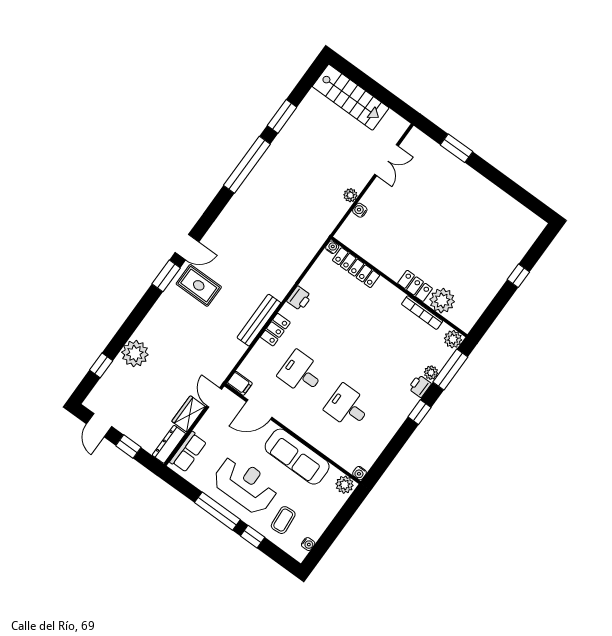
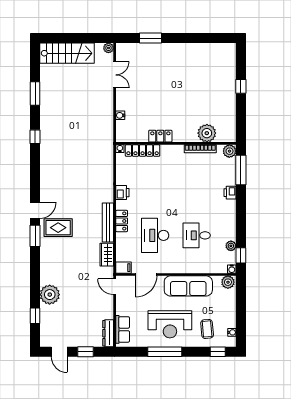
window: (247, 165) -> (35, 137), width x0.32
plant: (350, 195) -> (108, 48), moved
locker: (415, 286) -> (160, 136), moved
desk: (301, 373) -> (155, 235), width x1.37
plant: (431, 373) -> (231, 246), moved
window: (419, 412) -> (241, 255), moved
wardrobe: (189, 414) -> (107, 255), moved
reception desk: (245, 485) -> (170, 324), turned 180
window: (253, 537) -> (218, 352), moved

